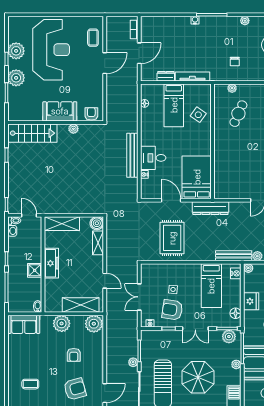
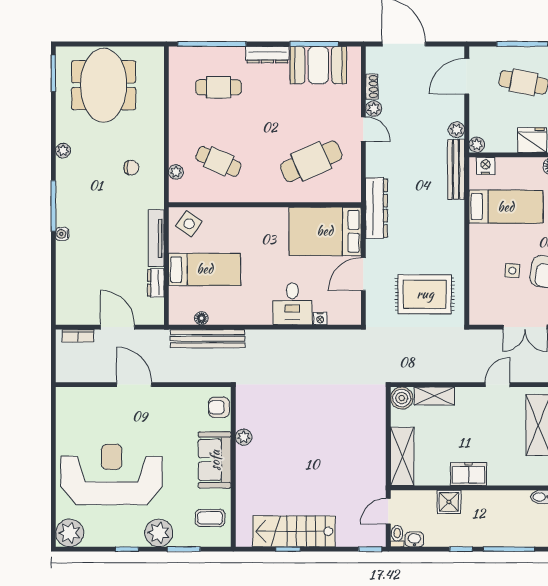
coffee table: (93, 38) -> (210, 518), moved
plant: (16, 51) -> (70, 533), moved
side table: (198, 115) -> (189, 224), moved
stairs: (32, 133) -> (294, 531), moved, turned -90
bench: (132, 155) -> (208, 339), moved
cafe table: (238, 169) -> (311, 161), added
rug: (172, 238) -> (425, 294), moved
freezer: (51, 263) -> (469, 474), width x0.71
shower: (35, 270) -> (449, 502), moved

